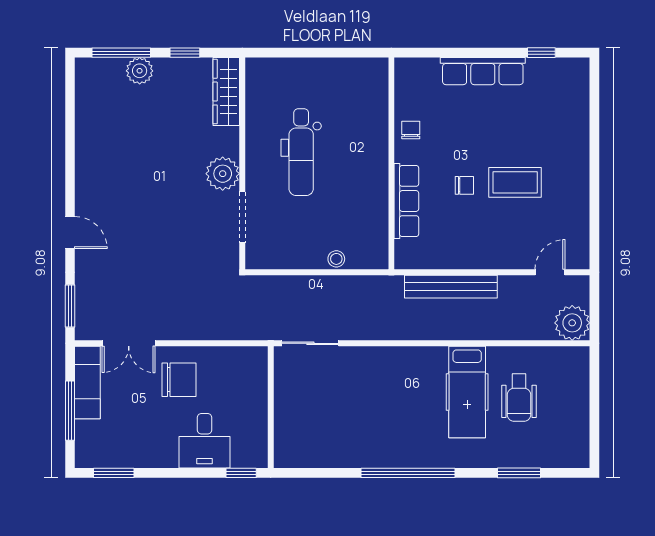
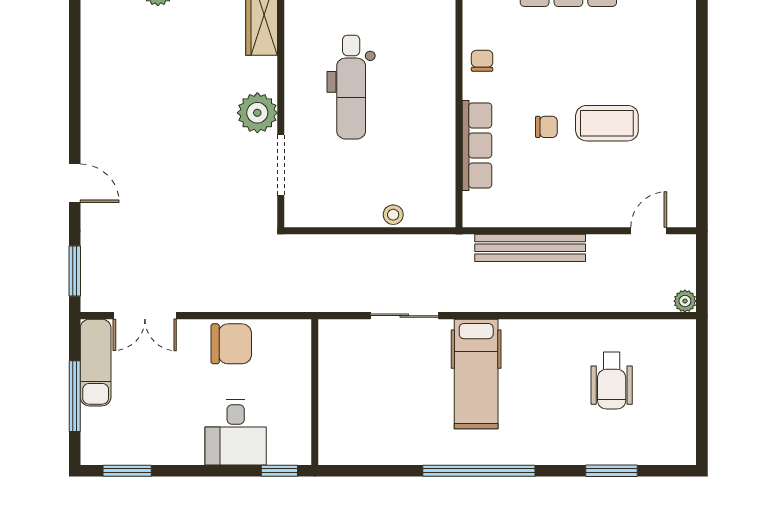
plant: (572, 323) -> (685, 301), width x0.53, depth x0.53
sliding door: (310, 343) -> (404, 316), moved
chair: (179, 380) -> (231, 344), moved
hospital bed: (467, 392) -> (476, 374), moved

